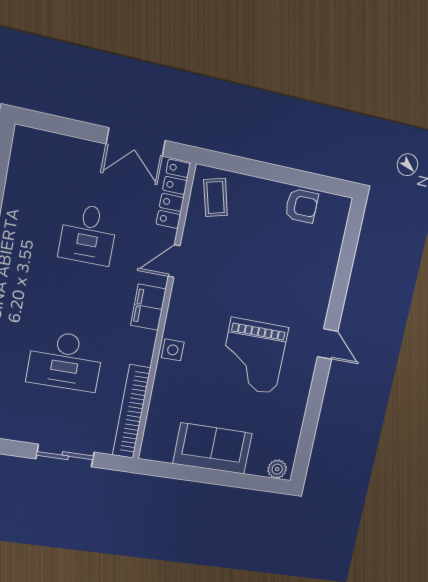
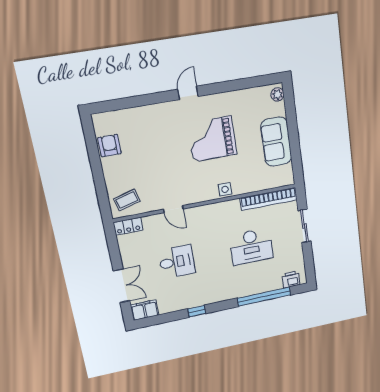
double door: (136, 142) -> (121, 286), moved
locker: (173, 194) -> (128, 226), width x0.66
filing cabinet: (148, 307) -> (145, 310), moved, turned 180
grand piano: (253, 356) -> (212, 139), turned 180
desk: (65, 361) -> (251, 246), turned 90

